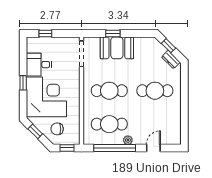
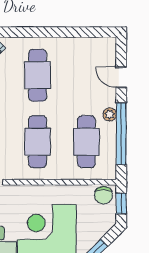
chair: (57, 129) -> (103, 195), moved

